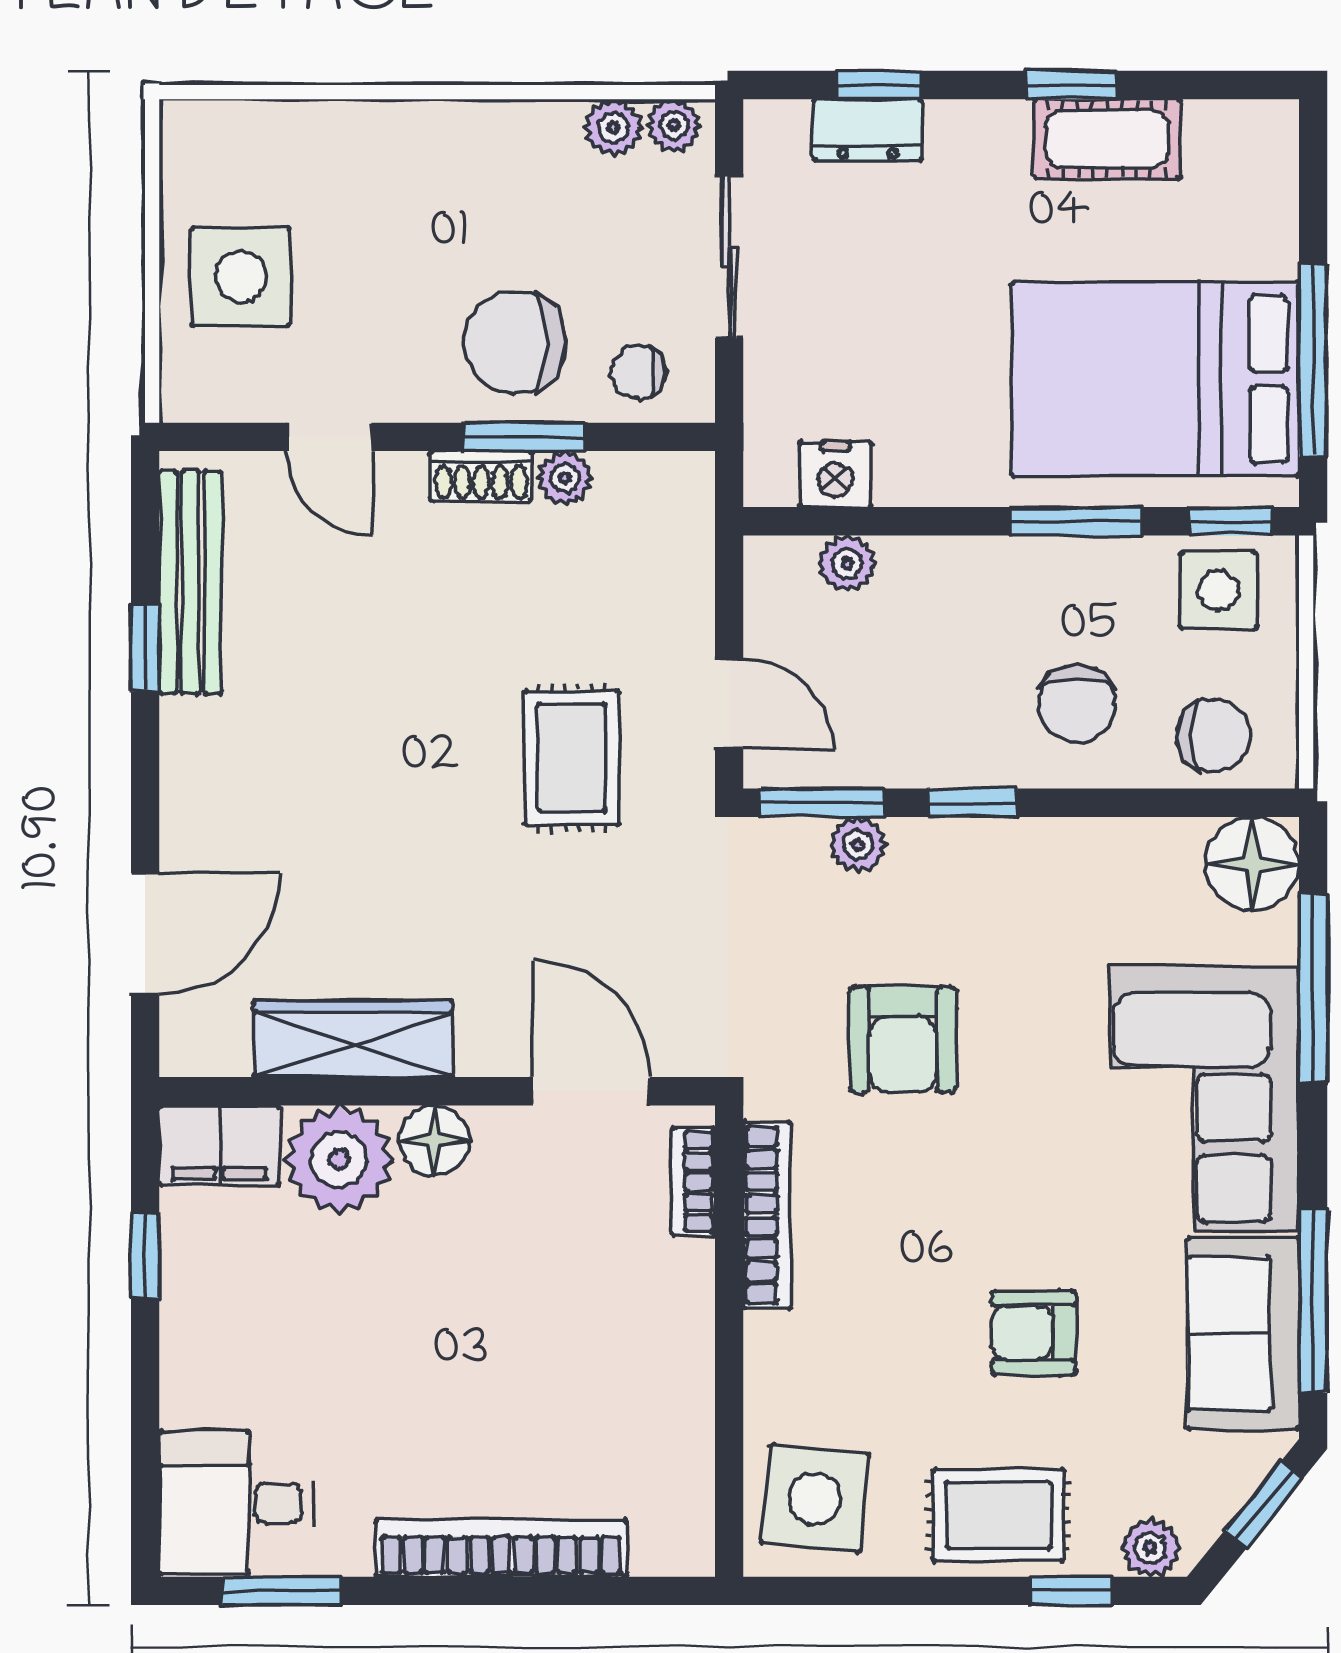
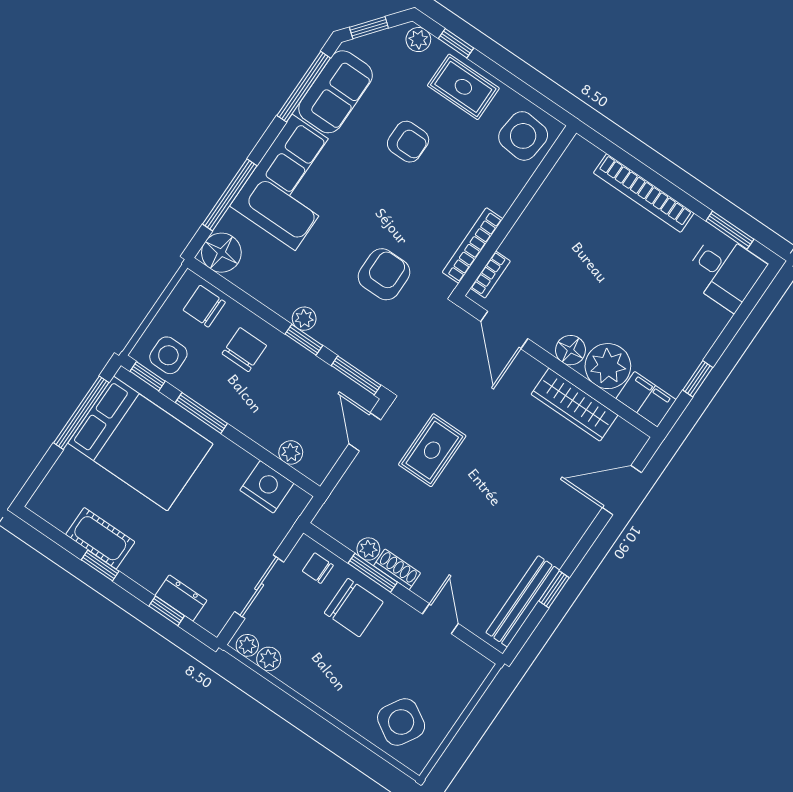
side table: (241, 277) -> (401, 722), moved, turned 31
chair: (639, 372) -> (318, 568), turned 180
nightstand: (835, 474) -> (267, 487), width x1.36, depth x1.33
plant: (858, 845) -> (304, 319), moved

